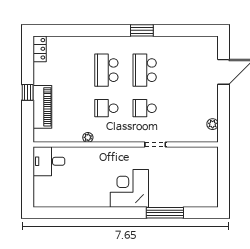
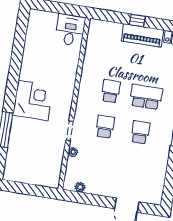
school desk: (145, 70) -> (140, 132), width x0.54
piano: (42, 107) -> (142, 35), moved
plant: (88, 137) -> (73, 152), moved

